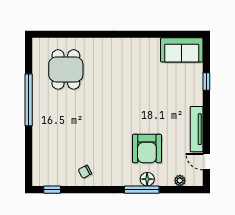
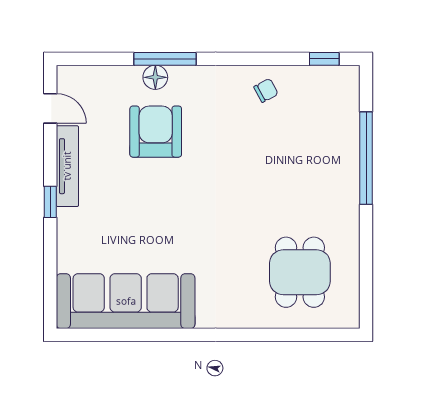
sofa: (182, 50) -> (126, 301), width x1.85, depth x1.27
window: (206, 81) -> (50, 202), moved
window: (29, 100) -> (366, 158), moved
plant: (180, 180) -> (97, 75), removed

